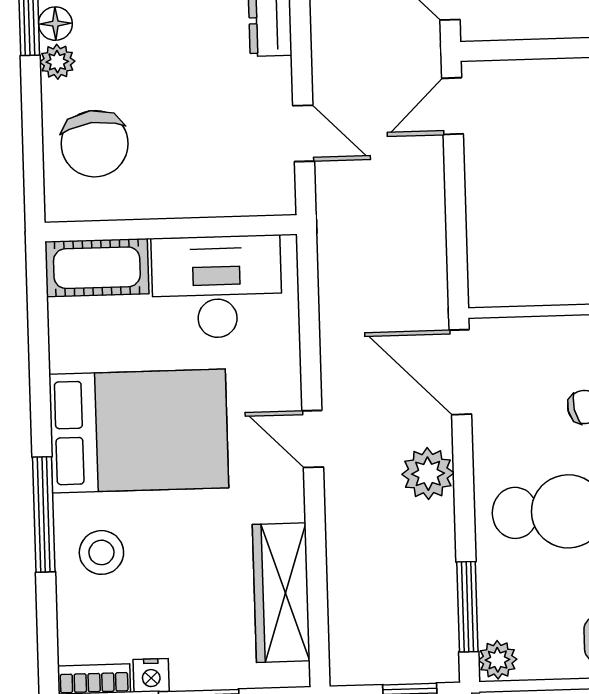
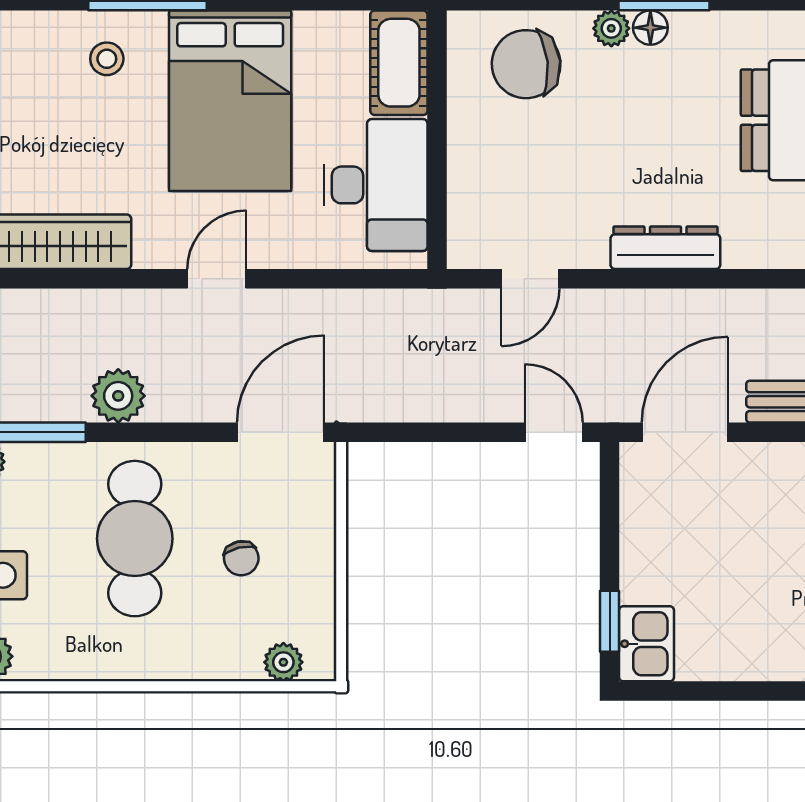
plant: (428, 474) -> (118, 396), moved
stool: (101, 552) -> (107, 59), width x0.73, depth x0.73

